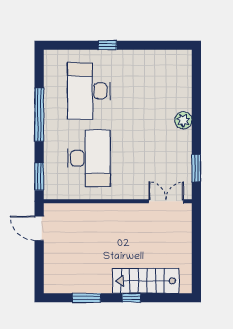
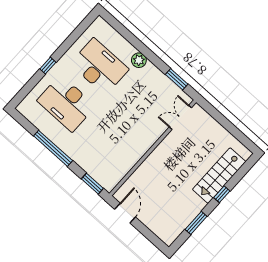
desk: (89, 158) -> (99, 67), moved
door: (39, 228) -> (125, 213), swing flipped

